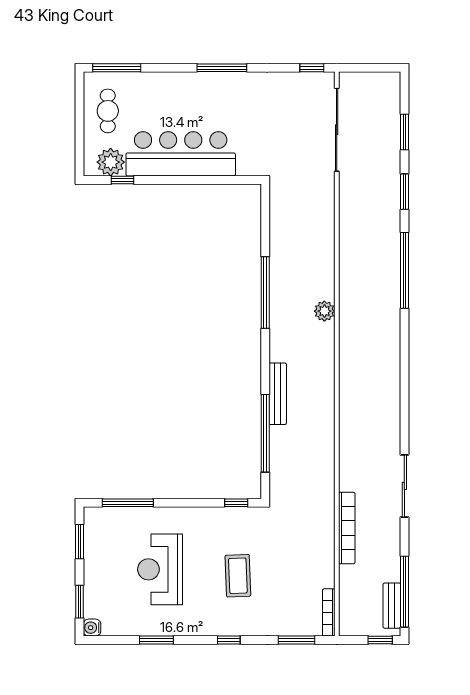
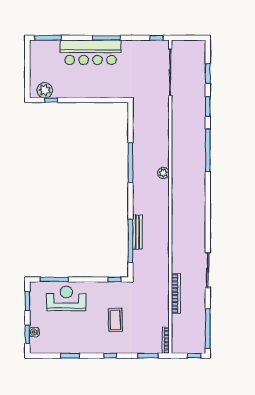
cafe table: (108, 111) -> (43, 62), removed
bar counter: (181, 154) -> (91, 52), moved, turned 180
bench: (278, 394) -> (137, 232), moved
reception desk: (160, 569) -> (66, 298), moved, turned 90
bench: (392, 606) -> (201, 337), removed
water cooler: (92, 628) -> (34, 332), moved

